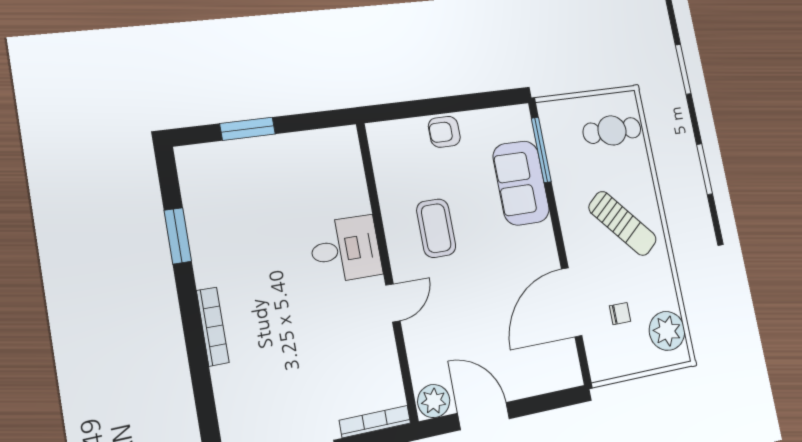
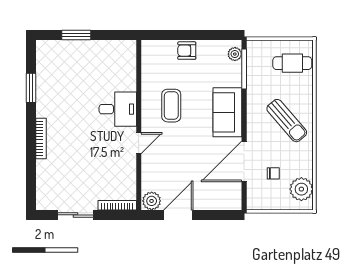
plant: (522, 128) -> (235, 54), added
sofa: (521, 183) -> (227, 112), moved
door: (484, 416) -> (178, 215), hinge flipped

